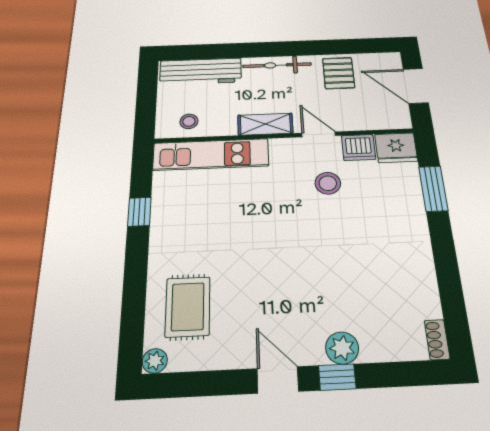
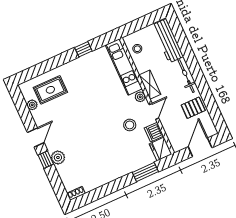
plant: (281, 147) -> (140, 97), added
plant: (155, 361) -> (32, 105), moved

